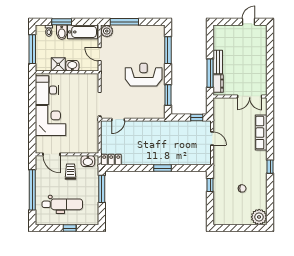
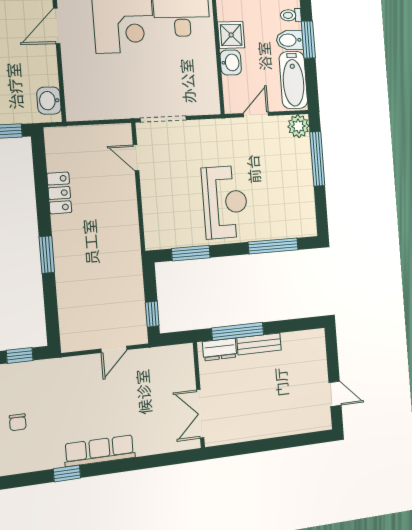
row of seats: (261, 133) -> (100, 451), moved
locker: (111, 160) -> (59, 193), moved
trolley: (70, 172) -> (25, 66), removed

